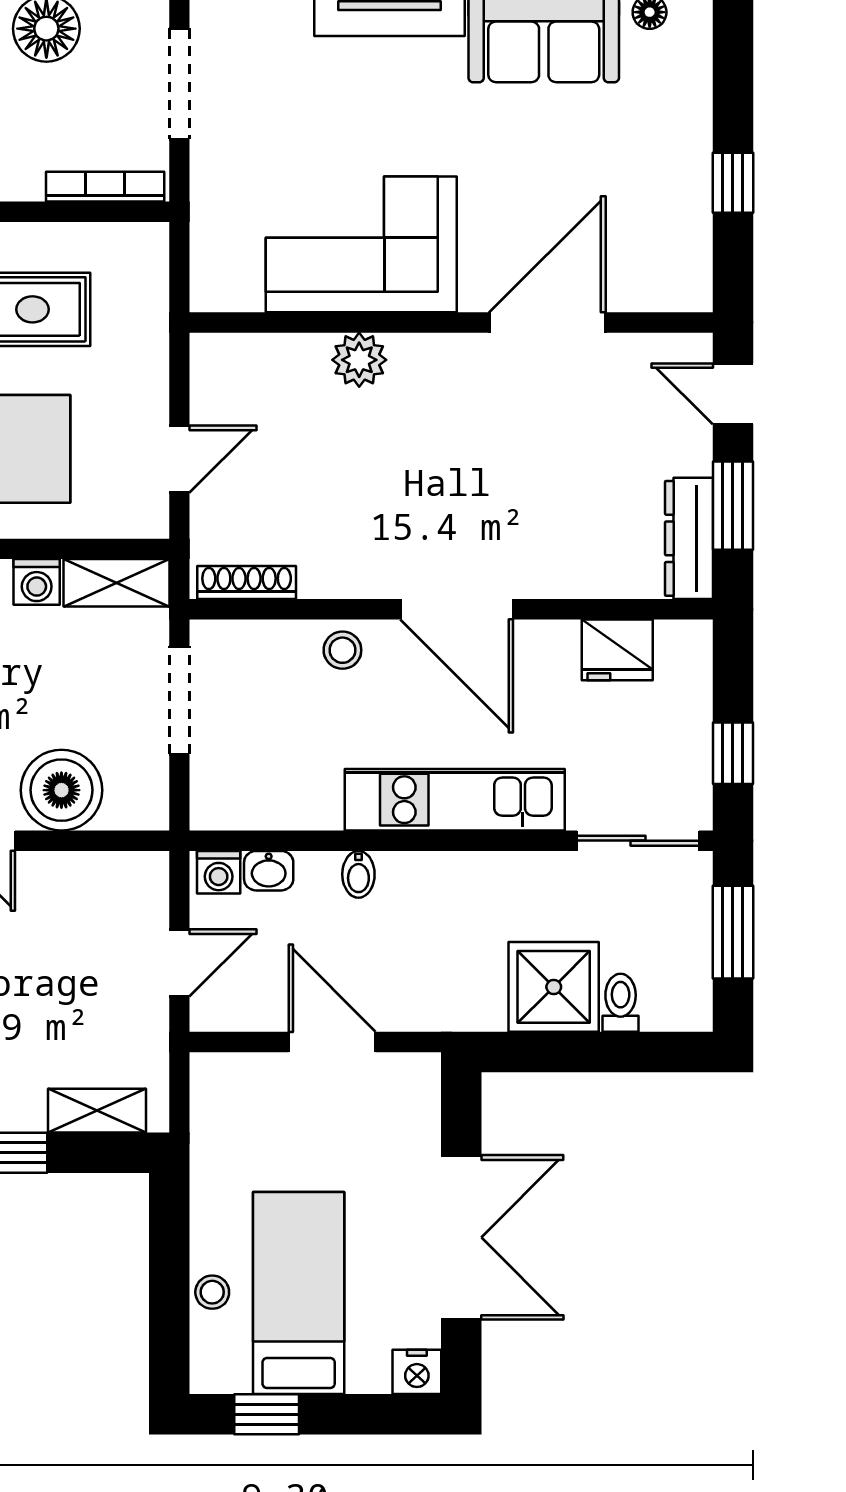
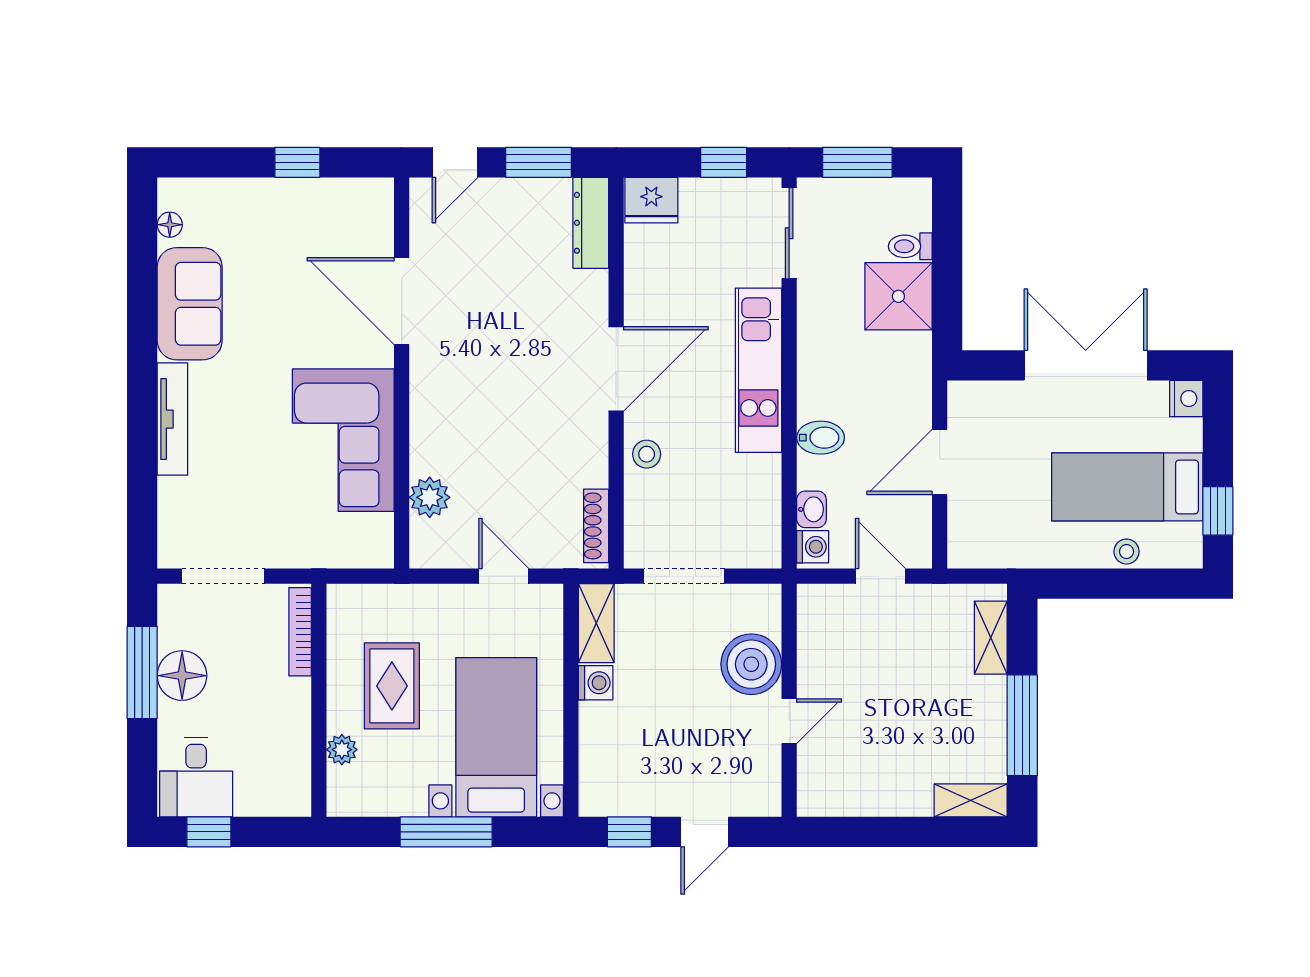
plant: (359, 360) -> (430, 497), moved
dresser: (689, 538) -> (591, 223), moved, turned 90
fridge: (617, 650) -> (651, 200), moved, turned 90
bidet: (358, 874) -> (821, 438), width x1.38, depth x1.36

